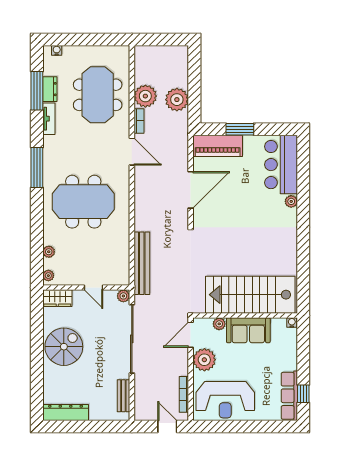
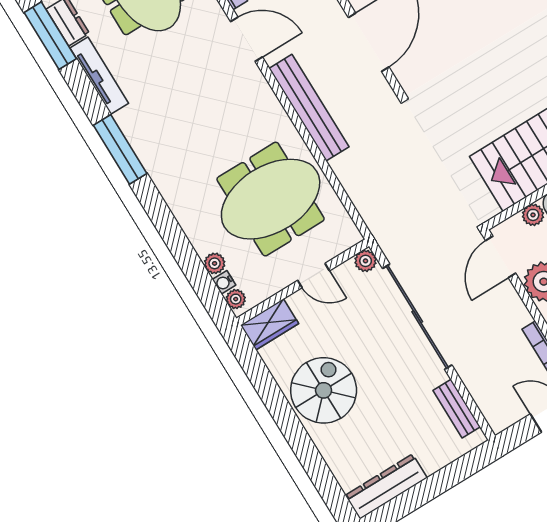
tv unit: (49, 119) -> (99, 76), width x1.41
meeting table: (83, 202) -> (271, 199), moved
bench: (142, 263) -> (309, 108), moved
water cooler: (48, 264) -> (224, 282), added

